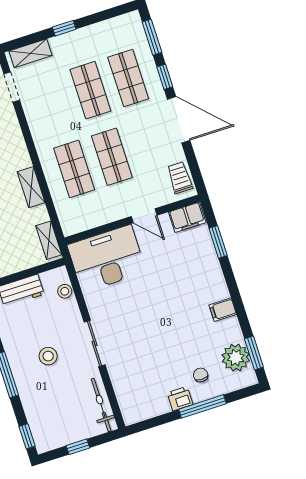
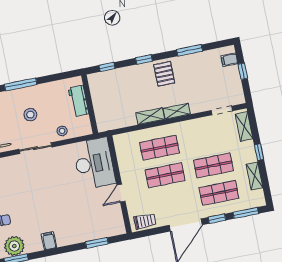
shelving: (99, 31) -> (254, 176), added
filing cabinet: (187, 217) -> (117, 223), removed
shelving: (49, 240) -> (177, 111), moved
stool: (65, 291) -> (62, 131), moved

